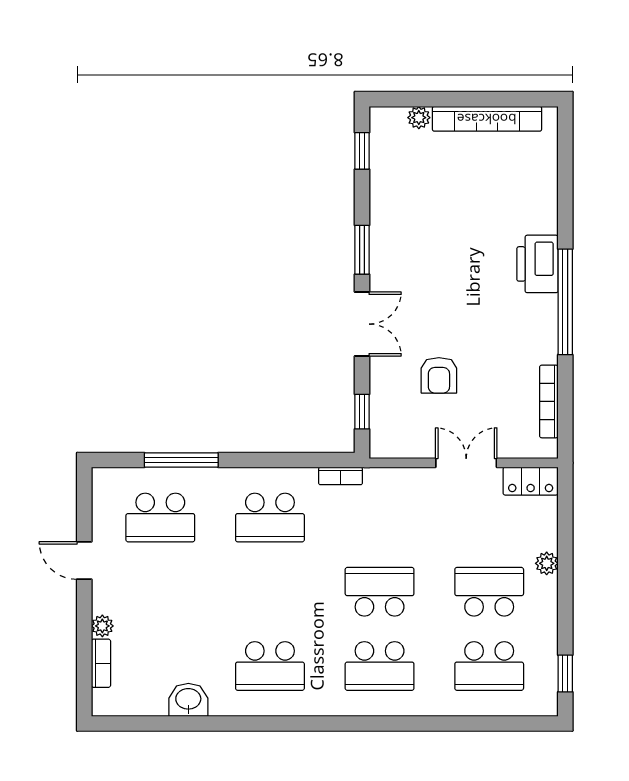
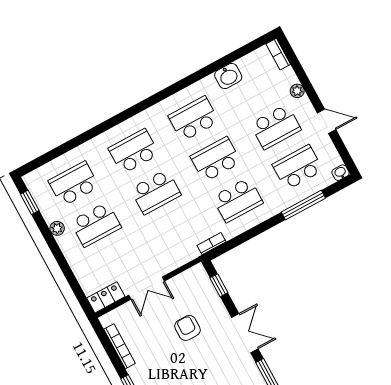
double door: (362, 324) -> (245, 333), swing flipped
washbasin: (104, 477) -> (341, 173), added
school desk: (270, 518) -> (238, 200), turned 180
plant: (547, 563) -> (57, 228), moved
school desk: (160, 592) -> (276, 127), added
school desk: (270, 592) -> (216, 159), added
bookcase: (101, 663) -> (278, 54), moved

